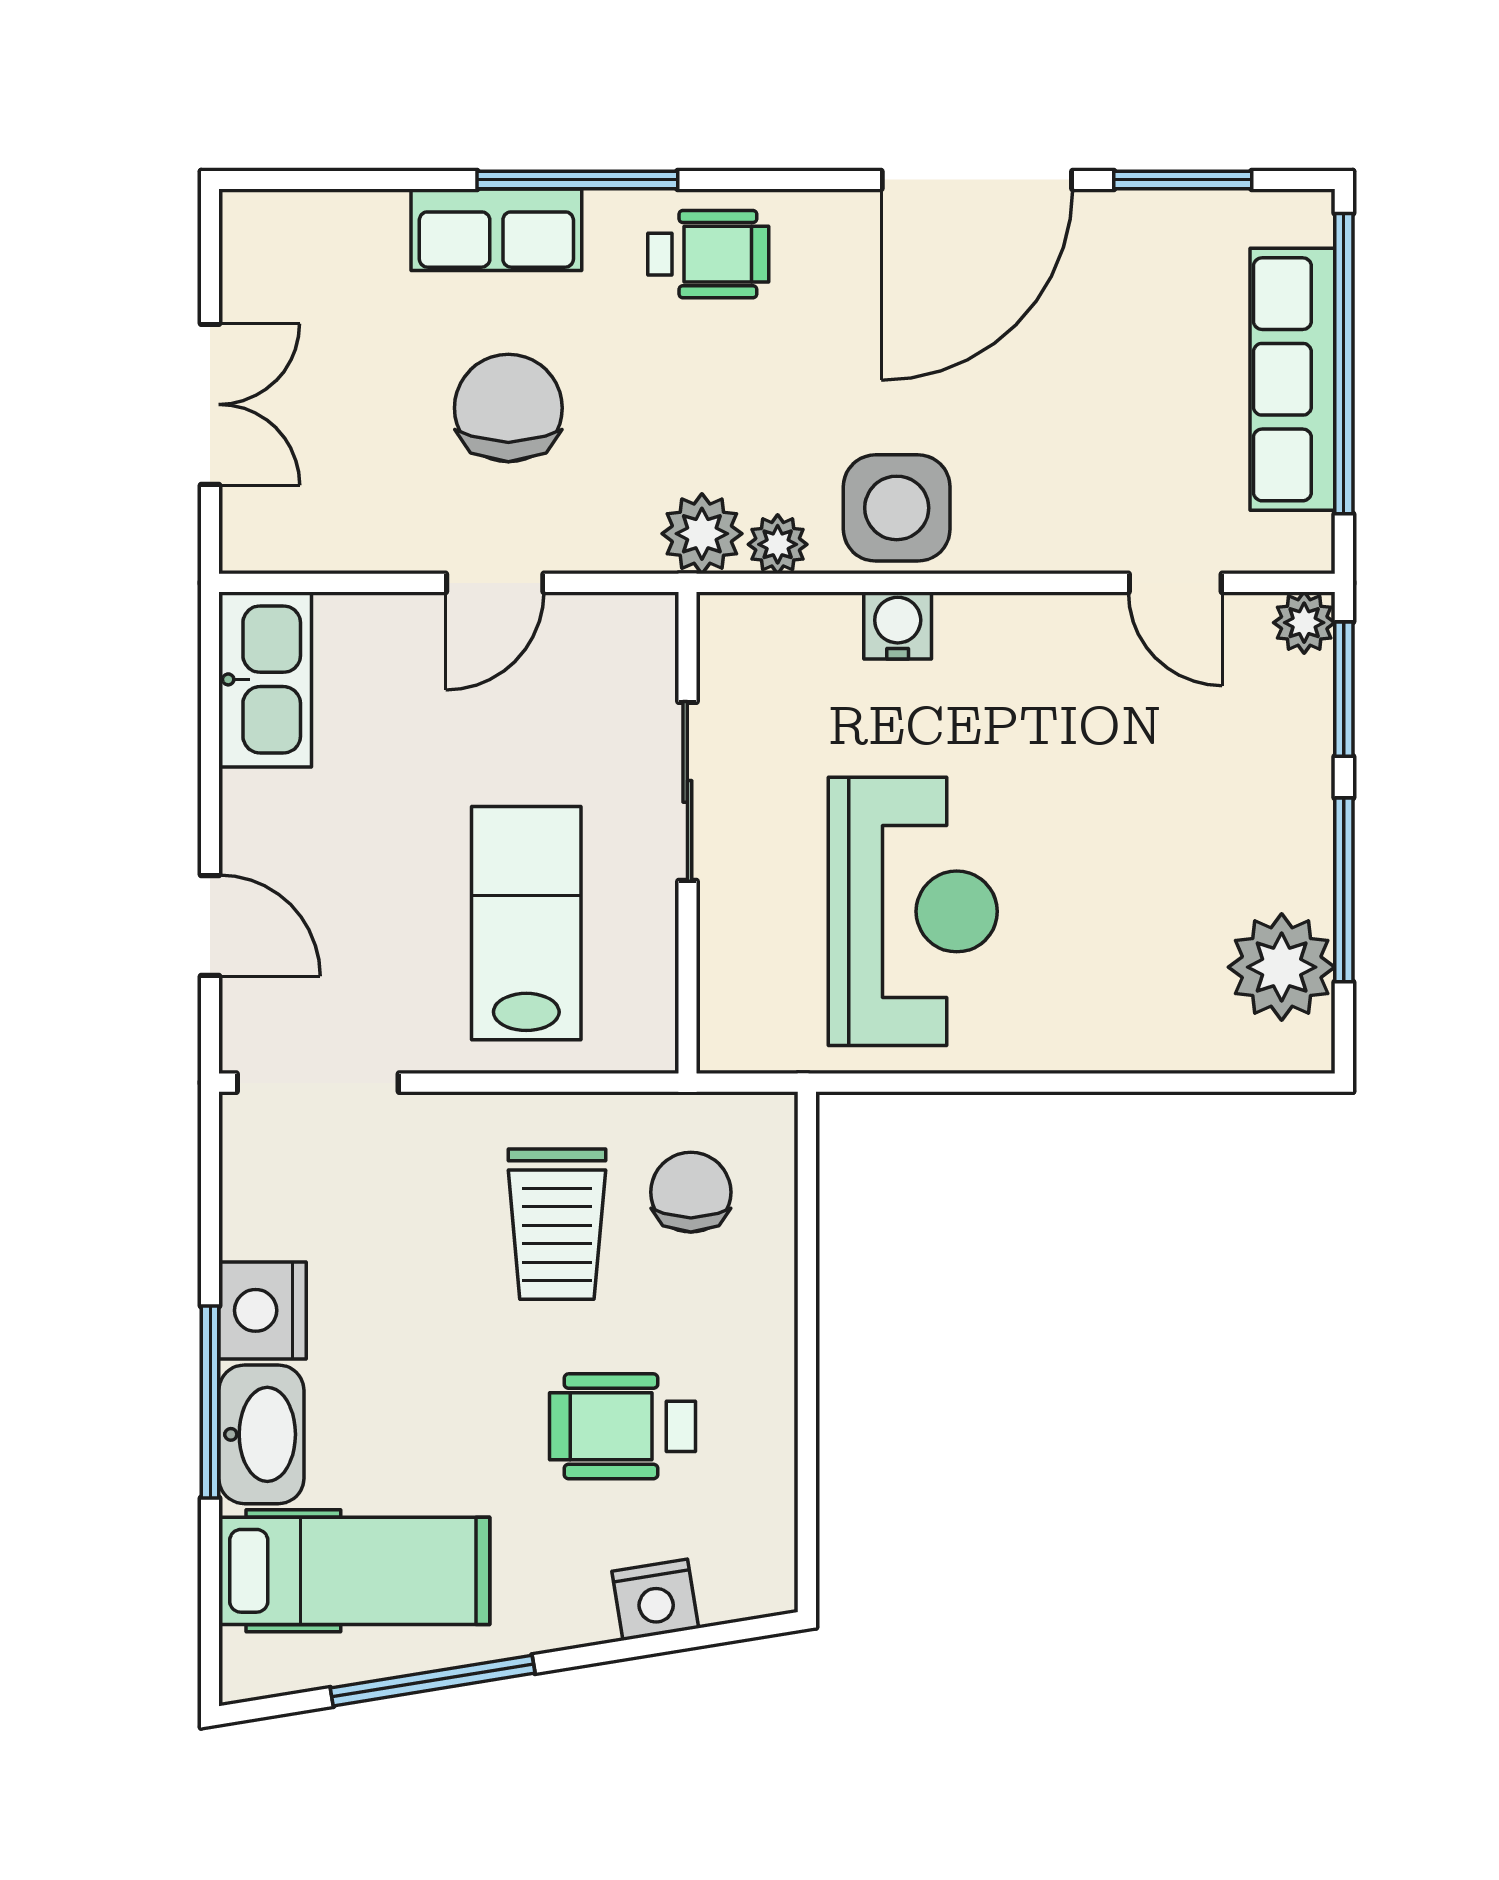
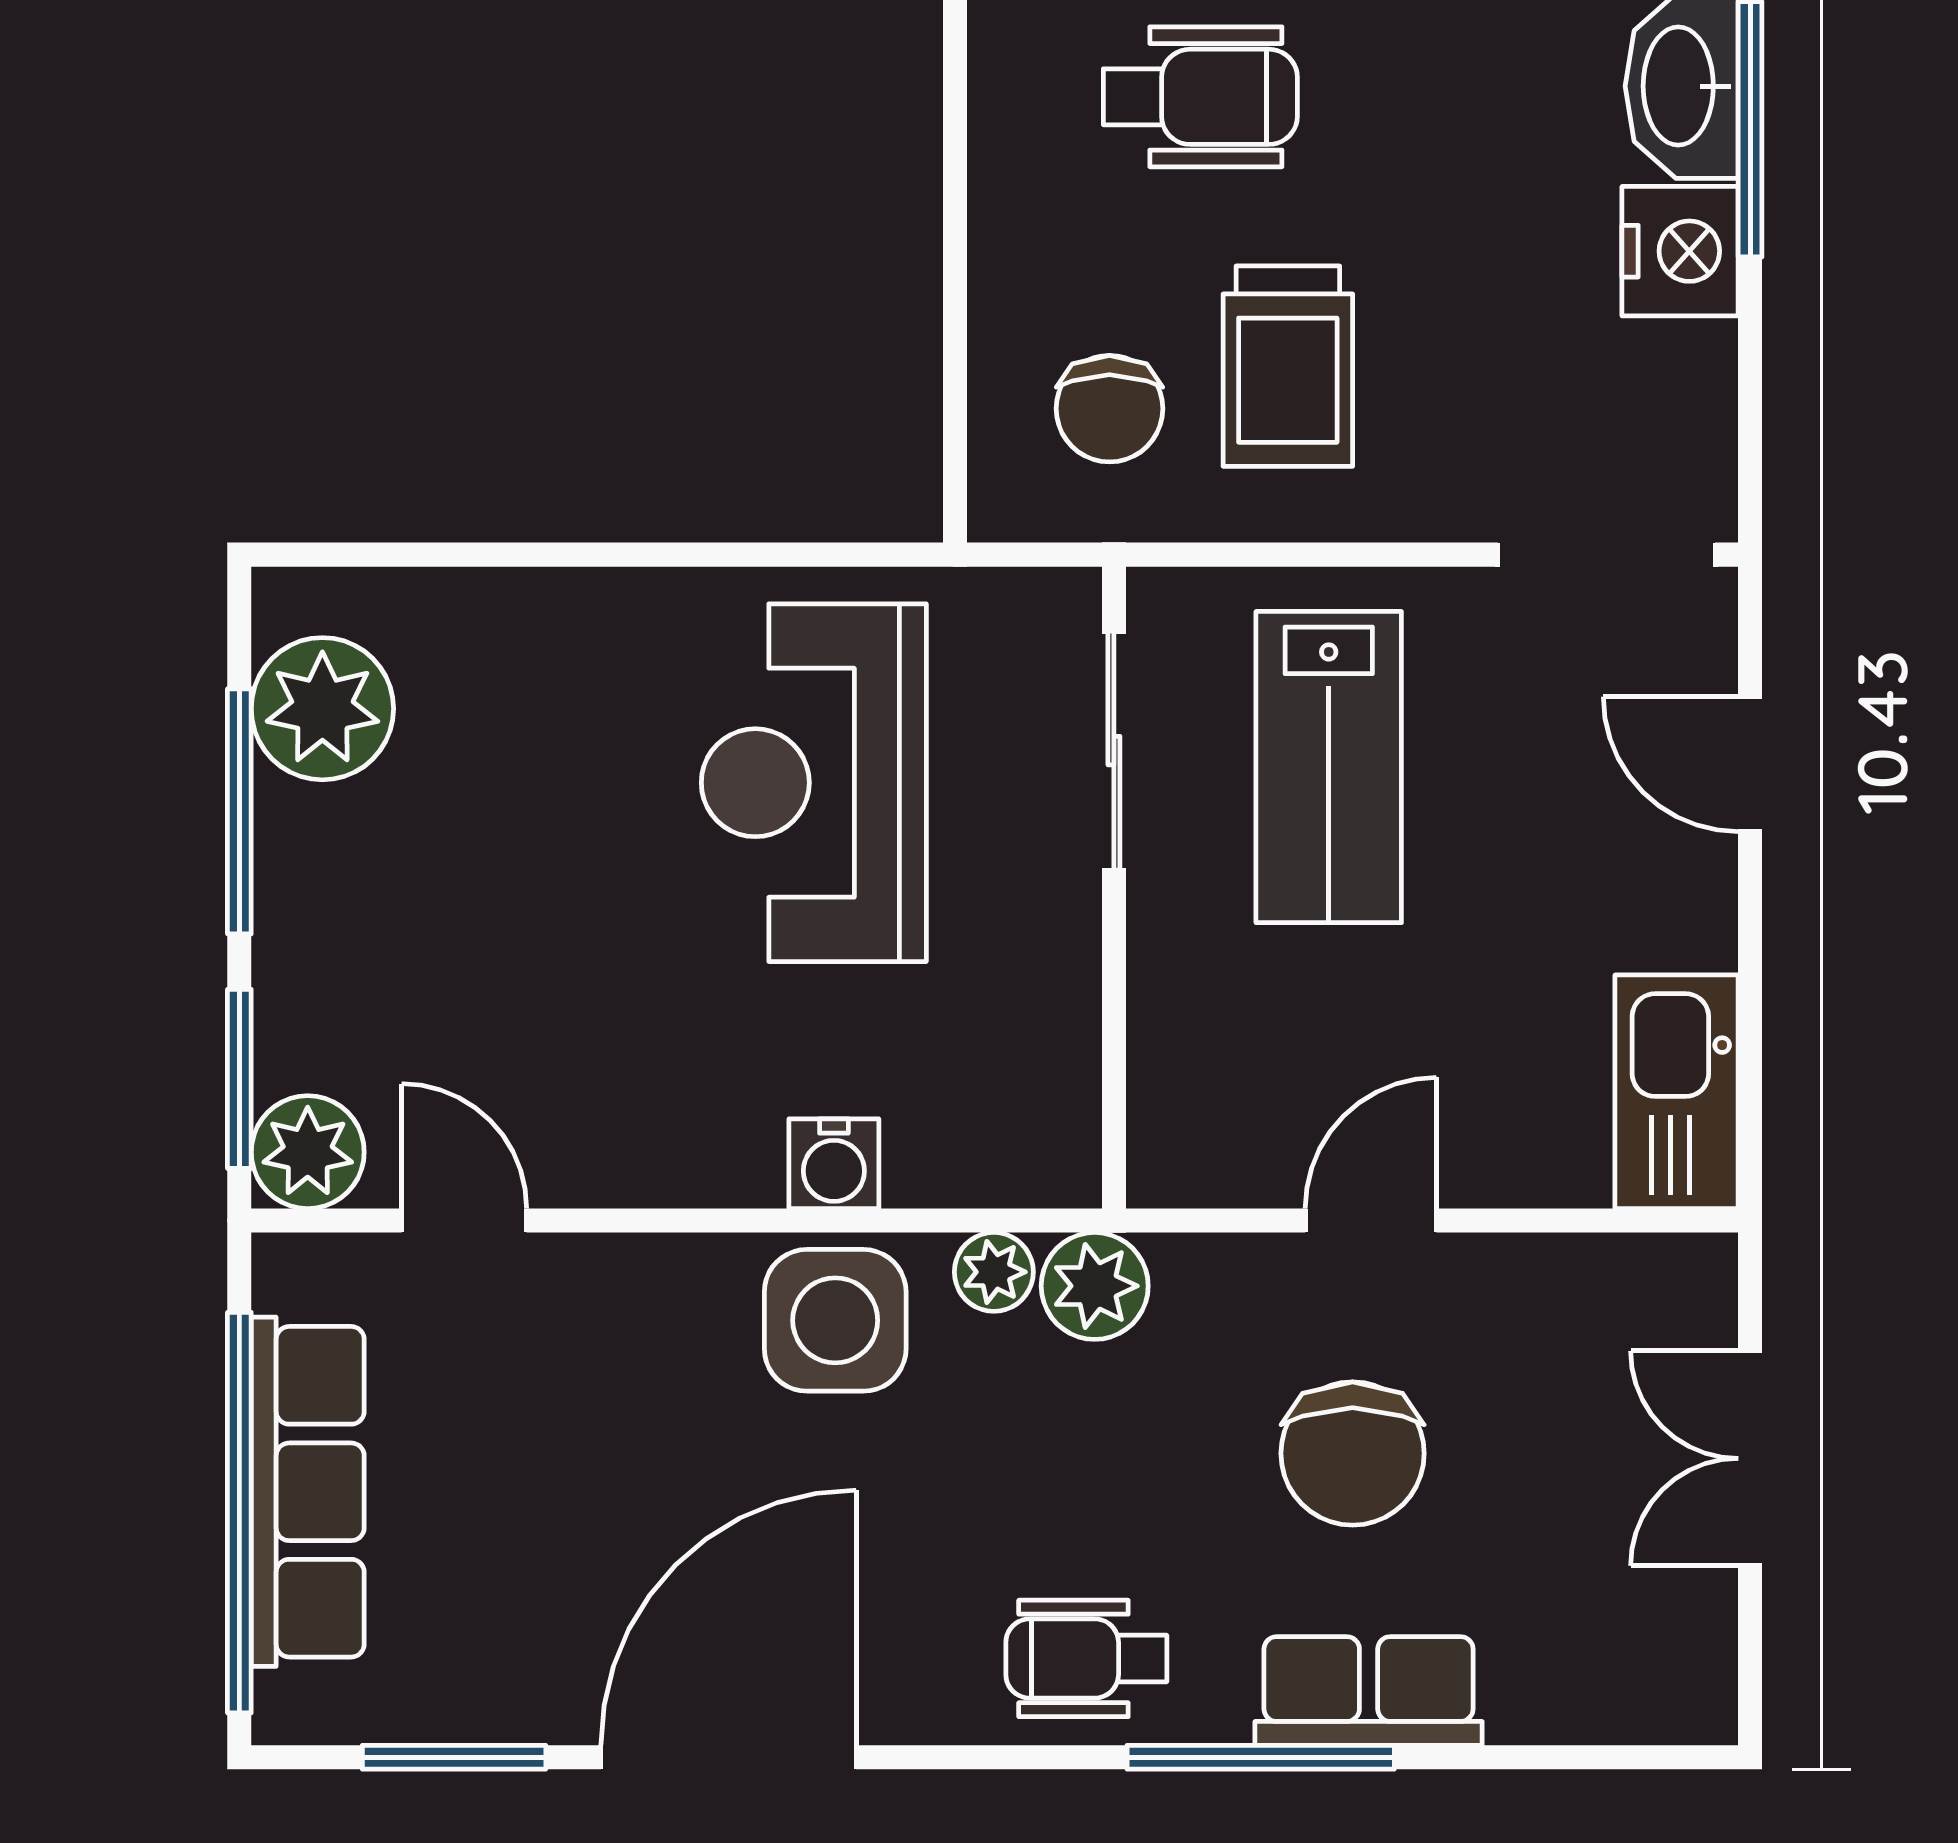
plant: (1304, 623) -> (308, 1152), width x1.38, depth x1.38
sliding door: (687, 791) -> (1114, 751), moved
trolley: (557, 1224) -> (1288, 366), turned 180

